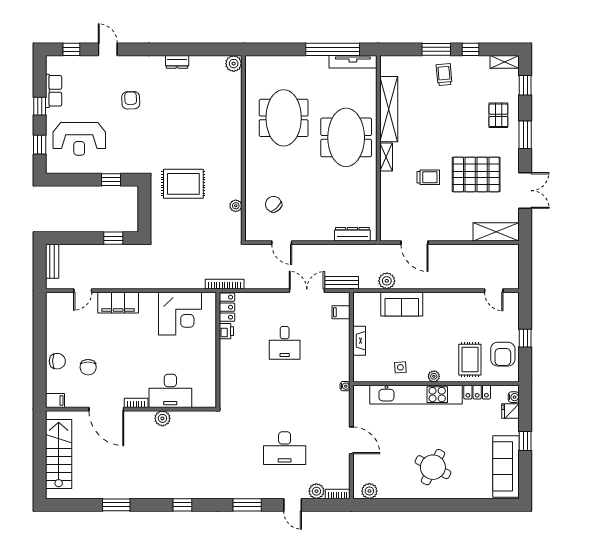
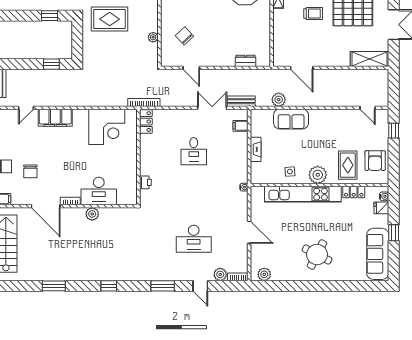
dresser: (352, 234) -> (246, 61), width x0.70
printer: (226, 331) -> (145, 182), moved
window: (525, 338) -> (394, 131), moved
plant: (434, 376) -> (318, 175), width x1.88, depth x1.88

